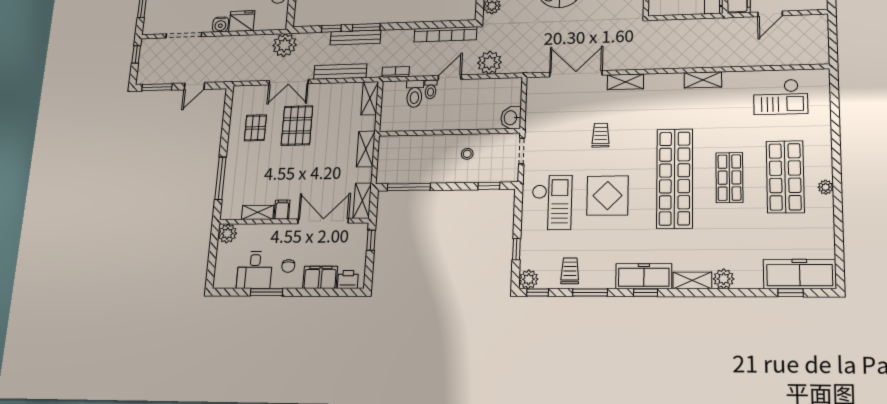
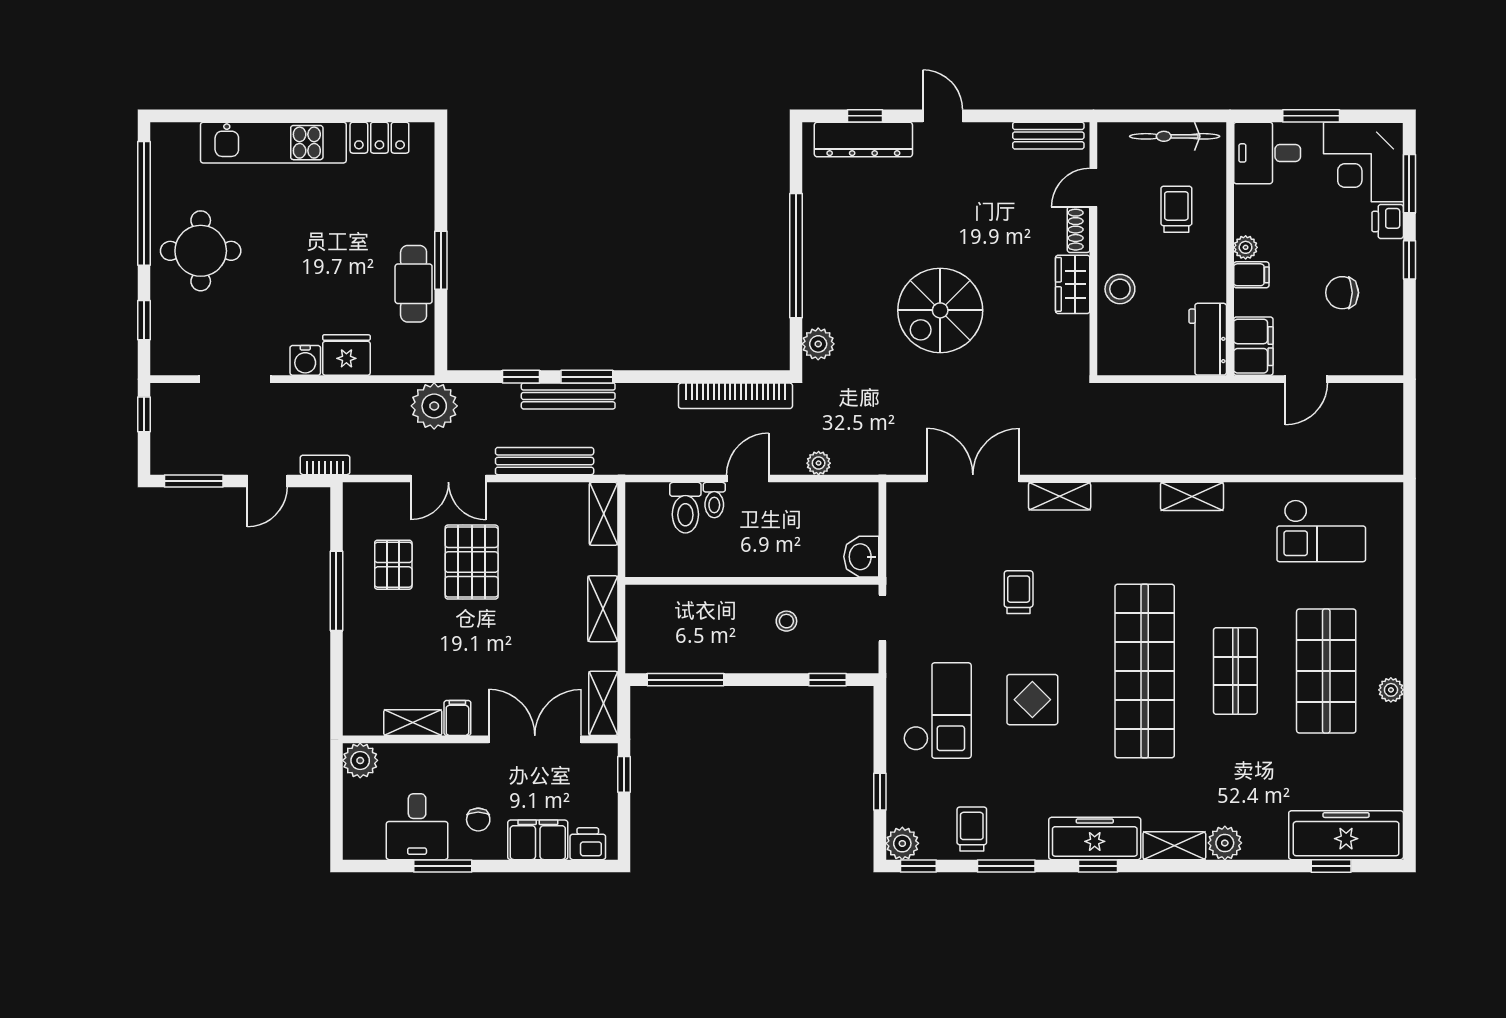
plant: (489, 63) -> (819, 463), width x0.53, depth x0.53
bookcase: (396, 72) -> (325, 465), moved
window: (220, 178) -> (336, 591), moved
display table: (608, 196) -> (1032, 700), width x0.73, depth x0.73

